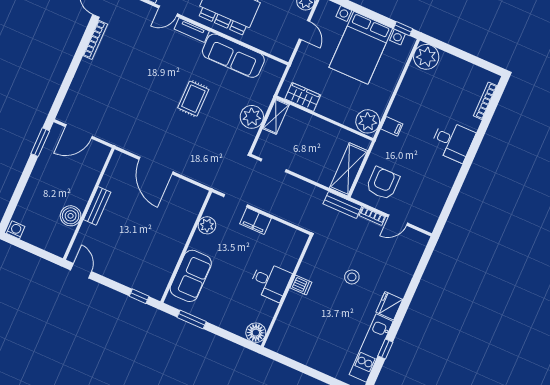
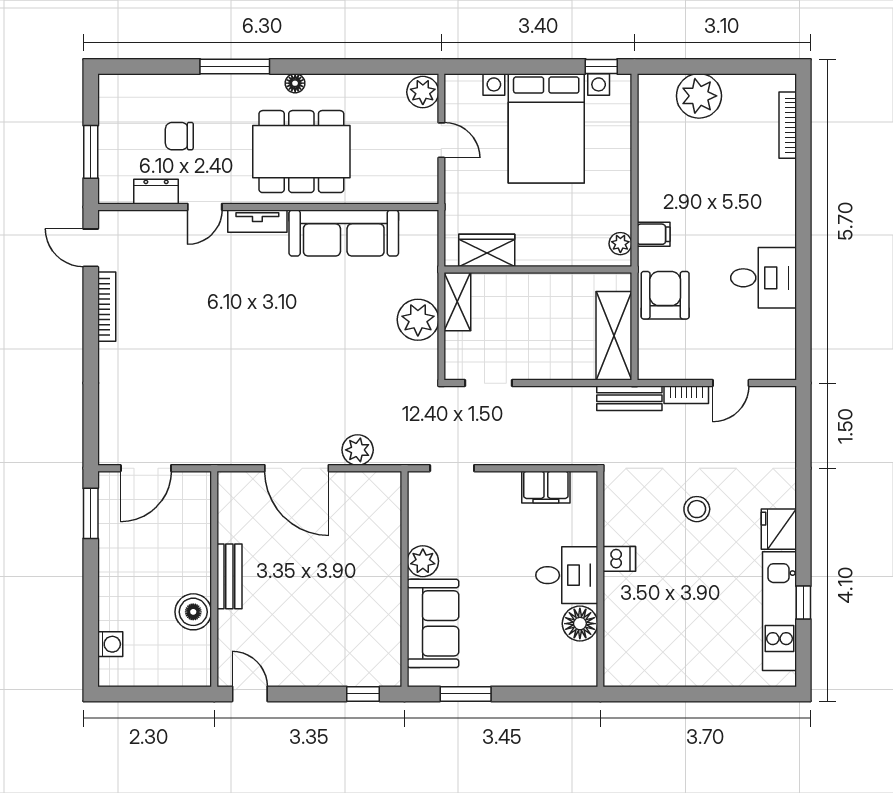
plant: (426, 57) -> (699, 96), moved
rug: (193, 99) -> (309, 332), removed
plant: (368, 121) -> (620, 244), width x0.53, depth x0.53
desk: (453, 141) -> (764, 278), moved
plant: (191, 170) -> (358, 450), added
armchair: (383, 183) -> (665, 295), moved
filing cabinet: (255, 221) -> (546, 487), moved
plant: (207, 225) -> (423, 561), moved
washing machine: (16, 230) -> (110, 644), moved, turned 90
floor lamp: (256, 333) -> (580, 624), moved

